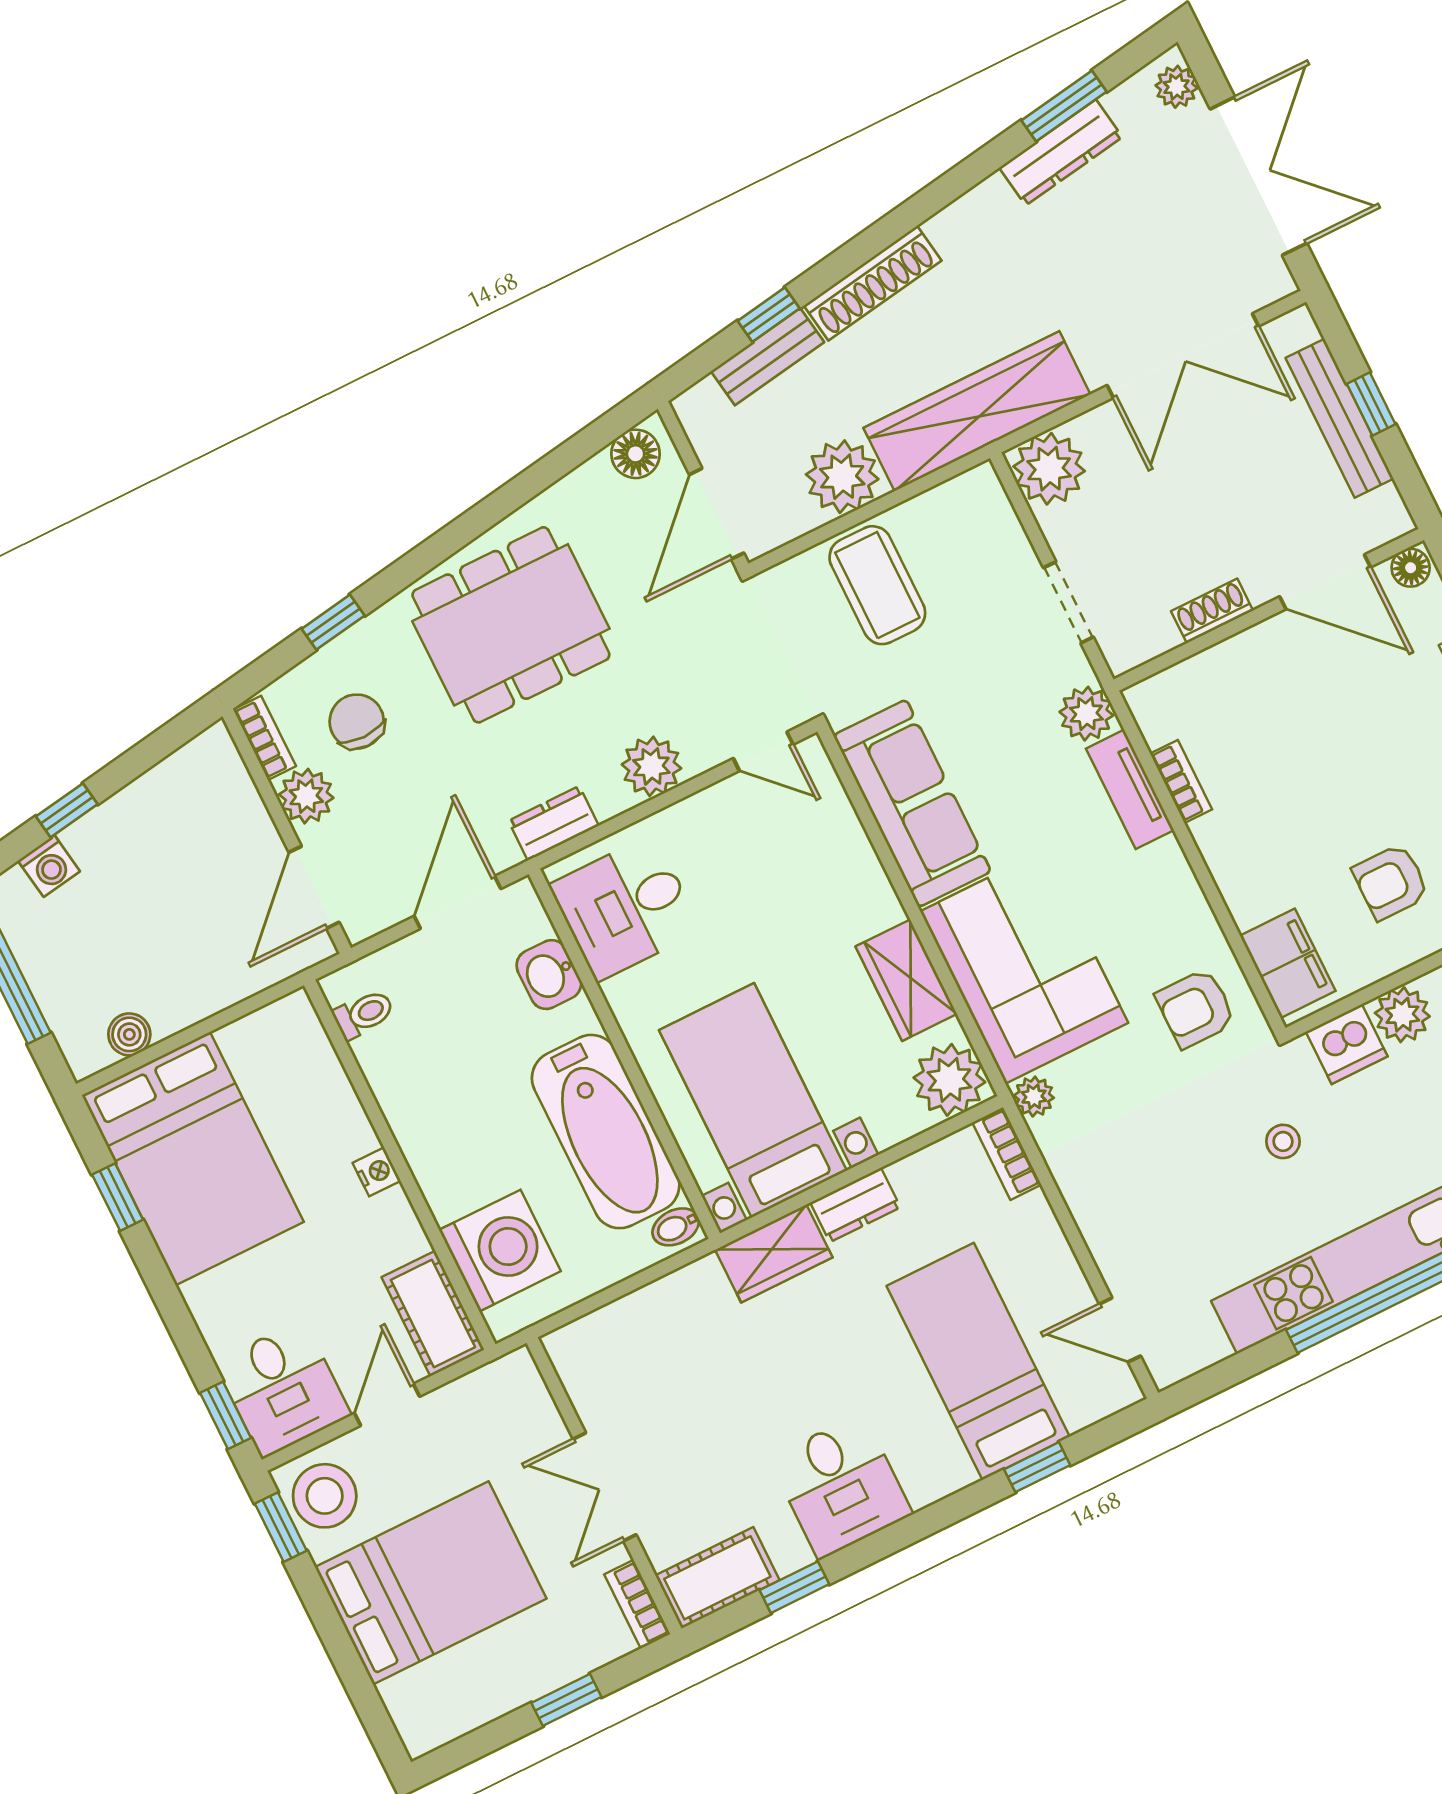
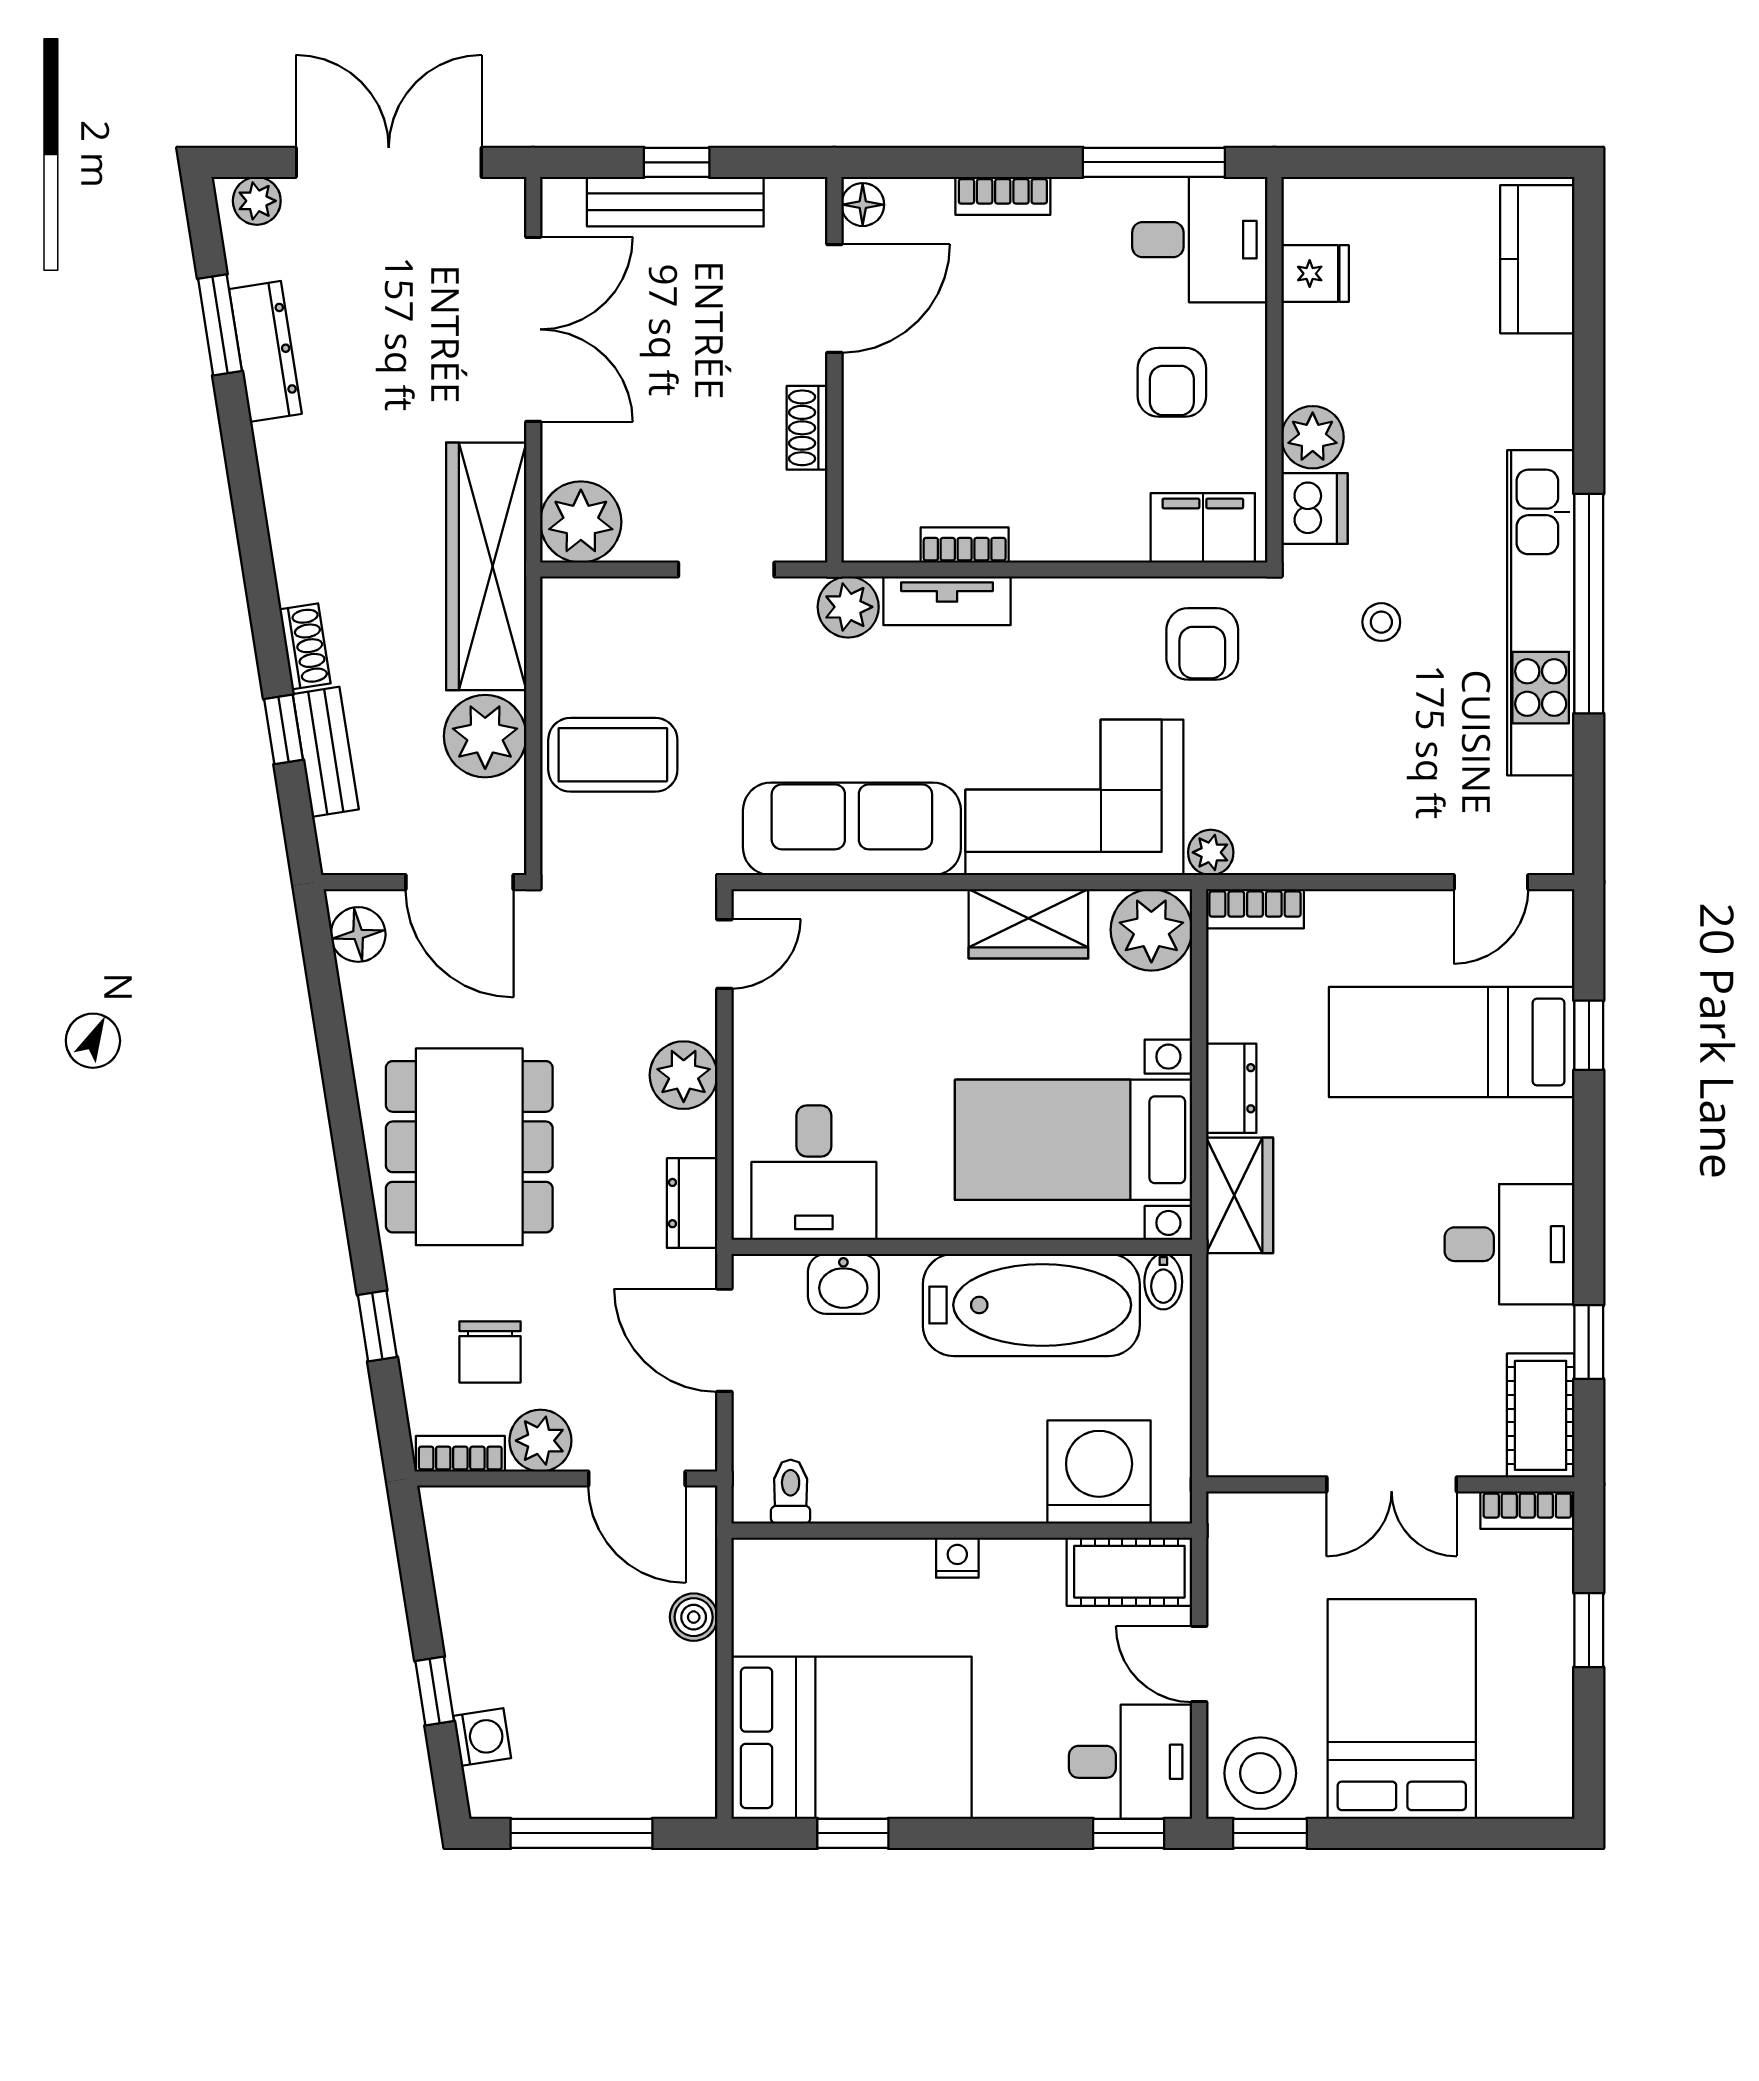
shoe rack: (873, 283) -> (305, 646), width x0.51, depth x0.81
chair: (357, 722) -> (490, 1352), turned -90
boiler: (129, 1034) -> (694, 1617), moved

